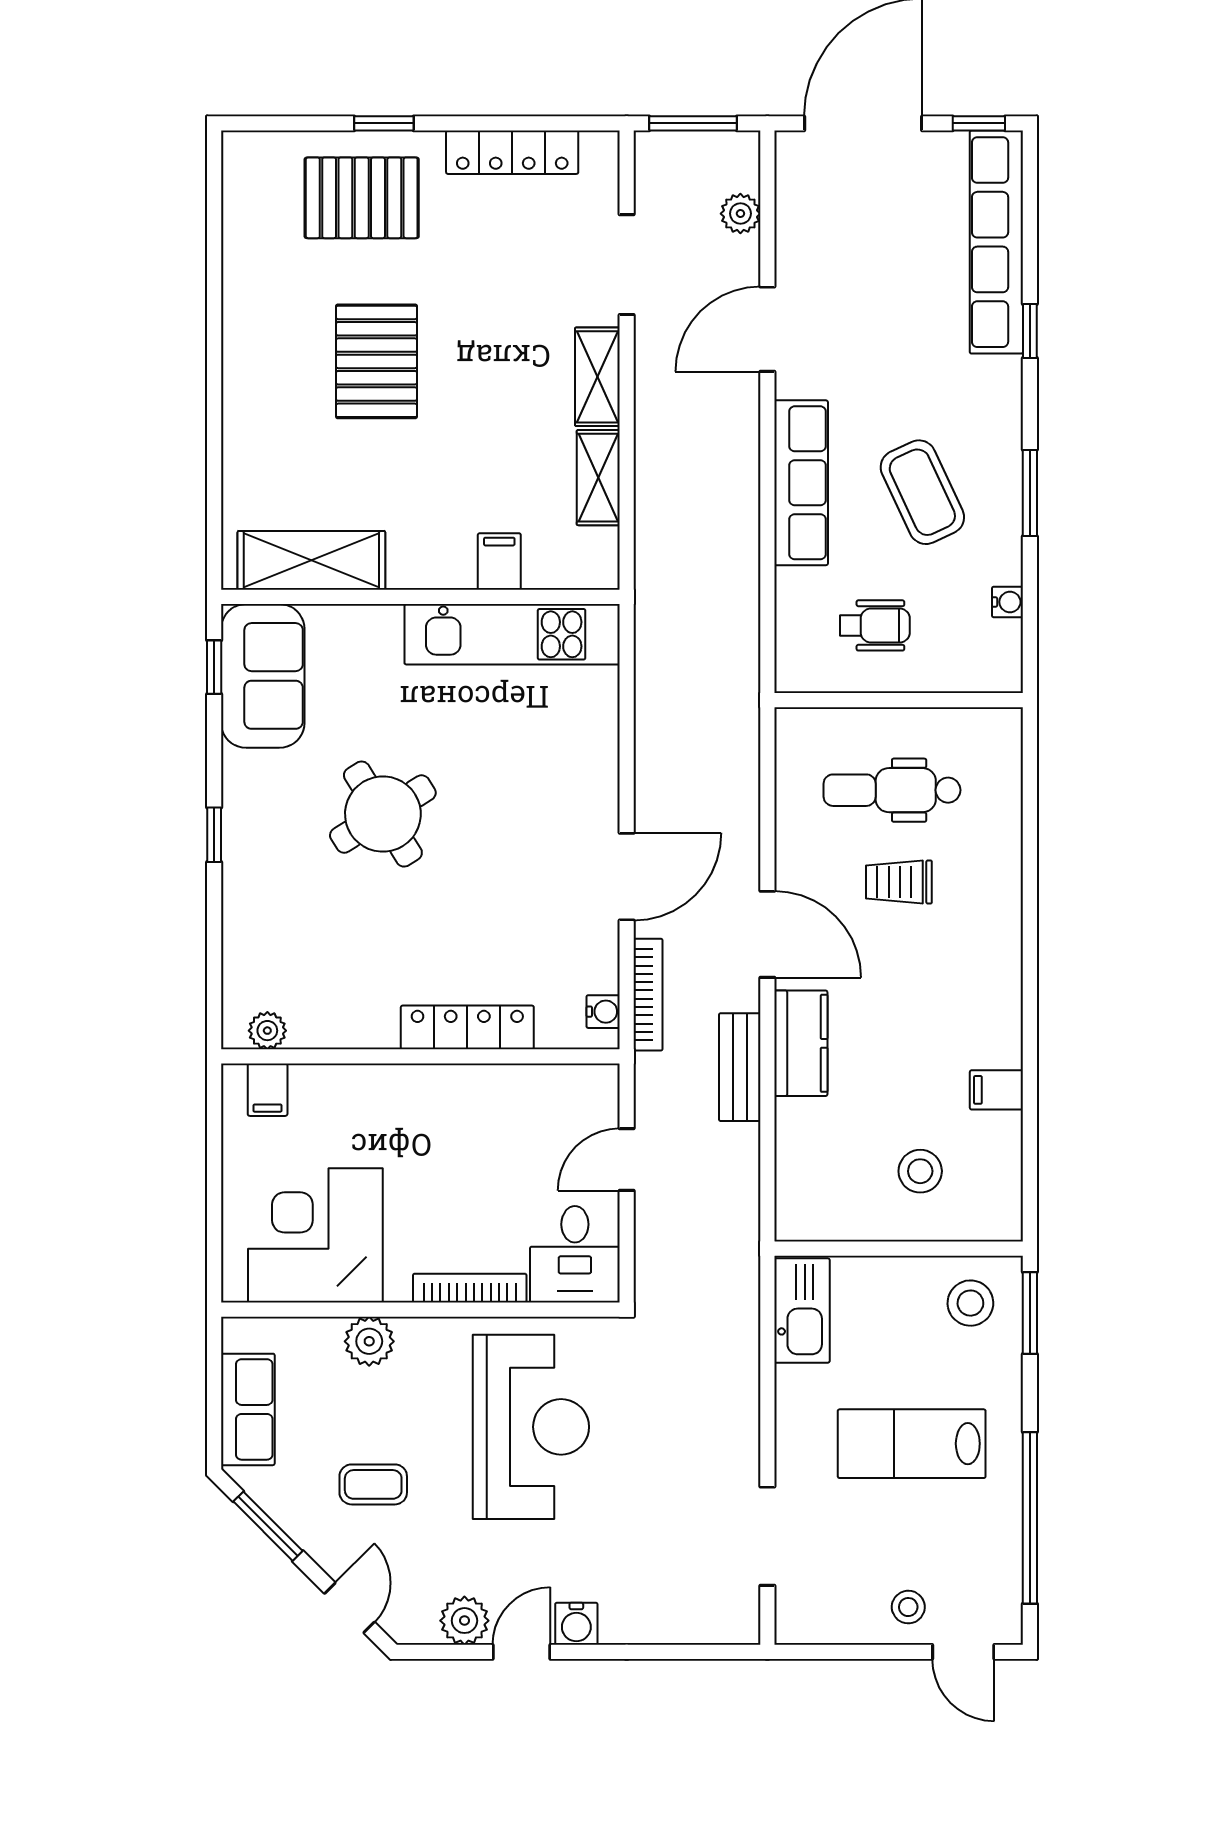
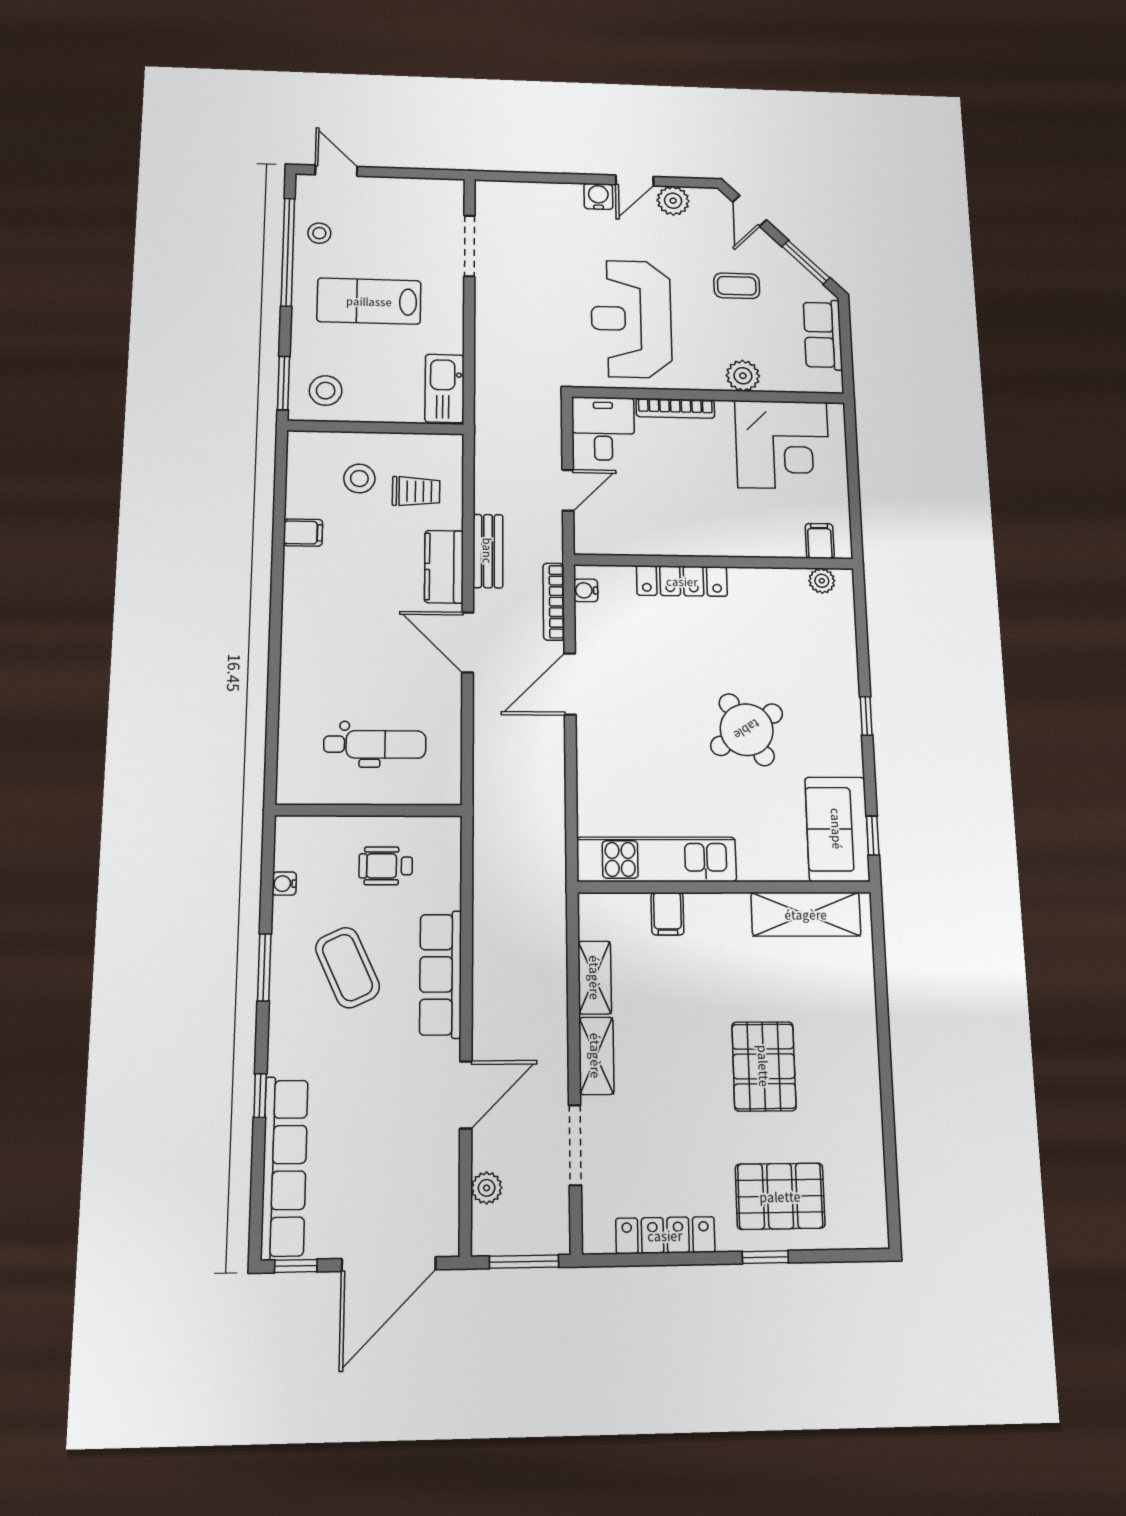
trolley: (899, 882) -> (416, 491), moved
lab bench: (912, 1444) -> (369, 301), turned 180
stool: (908, 1607) -> (319, 233), moved

